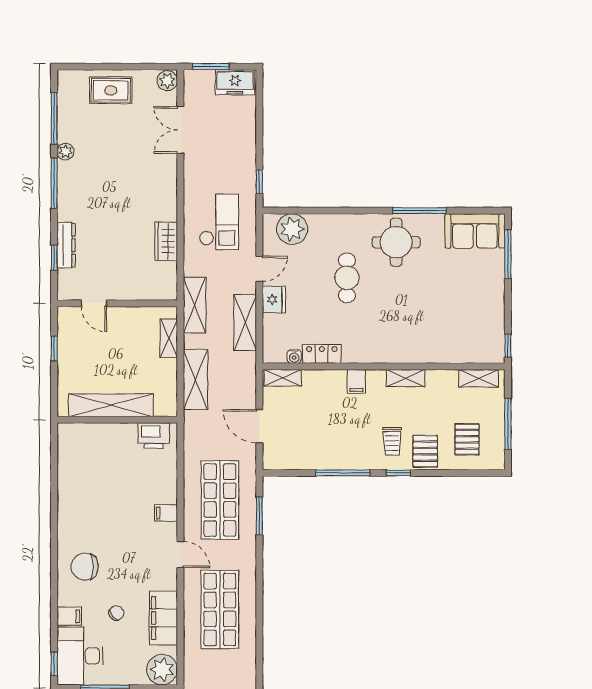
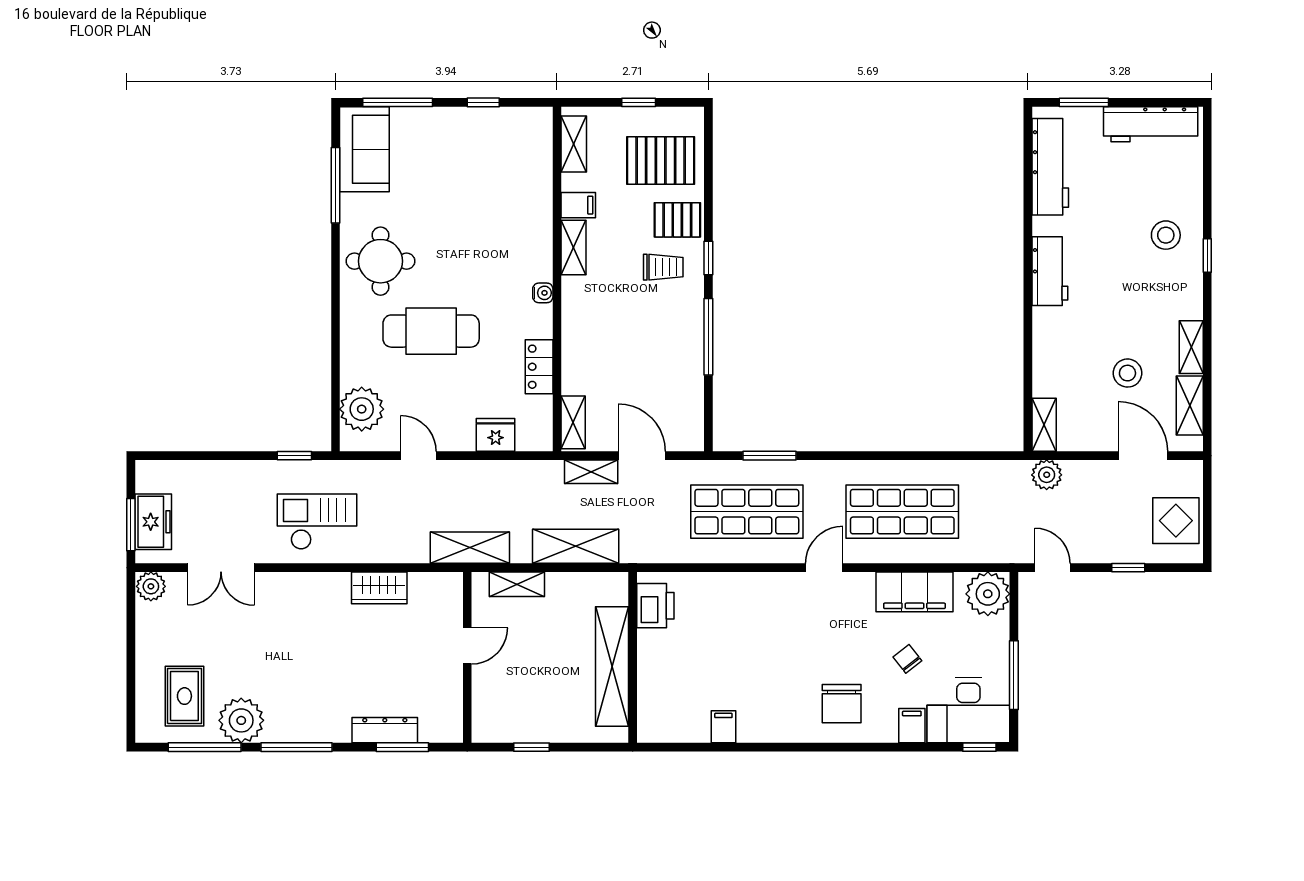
freezer: (235, 82) -> (153, 522), moved
rug: (111, 90) -> (184, 696), moved
plant: (66, 152) -> (241, 720), width x1.88, depth x1.88
window: (419, 211) -> (336, 185), moved
checkout: (219, 222) -> (317, 522), moved
window: (54, 258) -> (402, 747), width x1.50
cafe table: (347, 278) -> (431, 331), width x1.37, depth x1.35
fridge: (274, 299) -> (496, 435), moved
door: (94, 303) -> (467, 646), moved
shelving: (245, 323) -> (591, 472), moved, width x0.67, depth x0.75
window: (508, 346) -> (483, 102), moved
water cooler: (294, 356) -> (543, 293), moved
filing cabinet: (356, 381) -> (578, 205), moved
window: (508, 424) -> (639, 102), width x0.46
door: (259, 426) -> (642, 456), swing flipped
pallet: (467, 439) -> (661, 160), width x1.50, depth x1.42
filing cabinet: (166, 513) -> (723, 727), moved, turned 180

